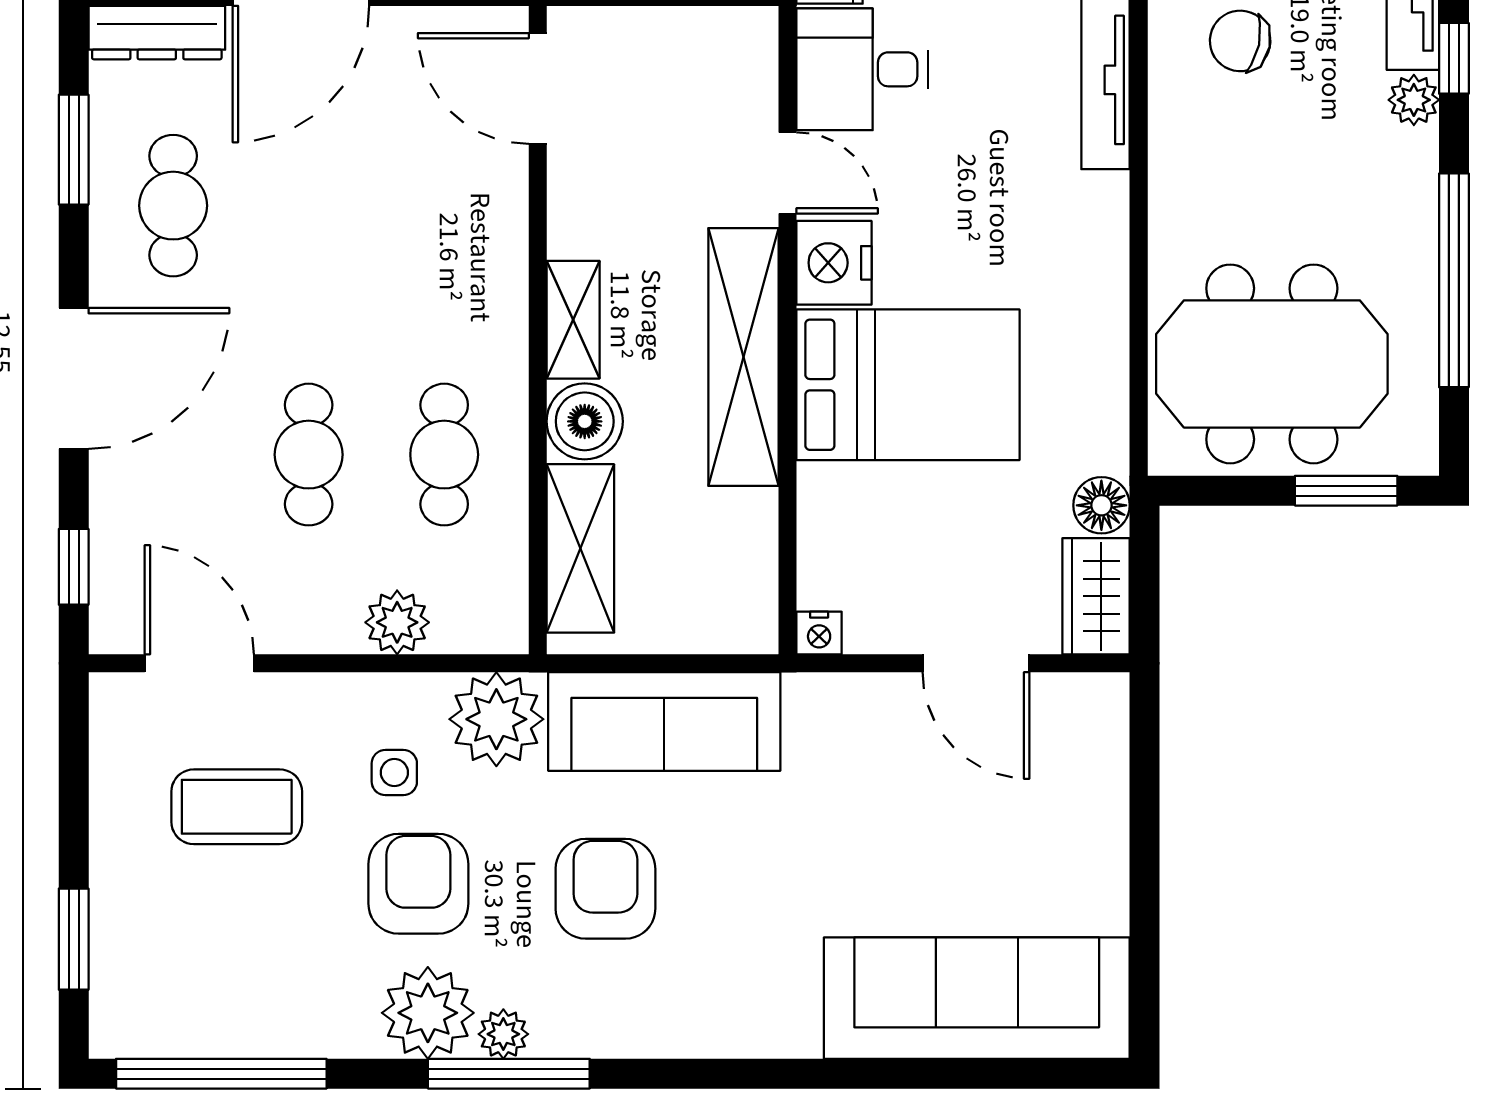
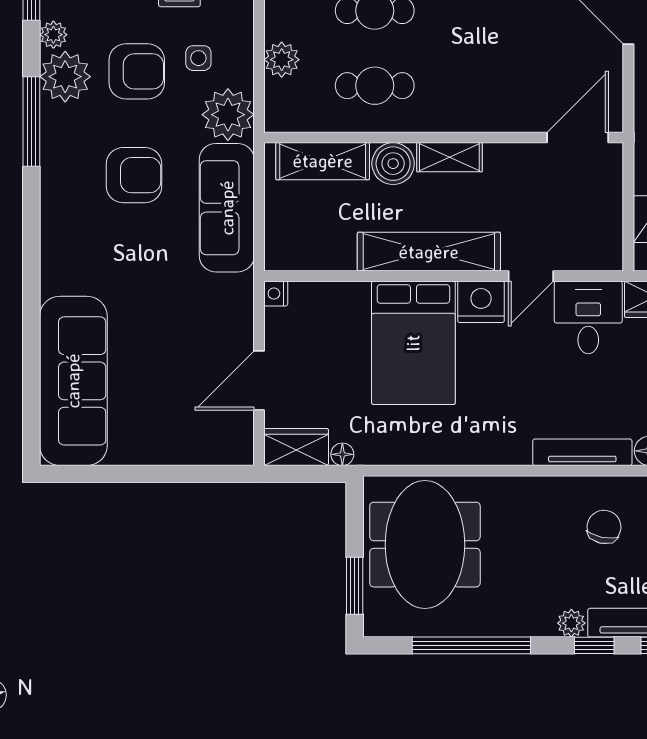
floor lamp: (1101, 505) -> (342, 454), width x0.73, depth x0.73
plant: (503, 1034) -> (53, 35), moved

